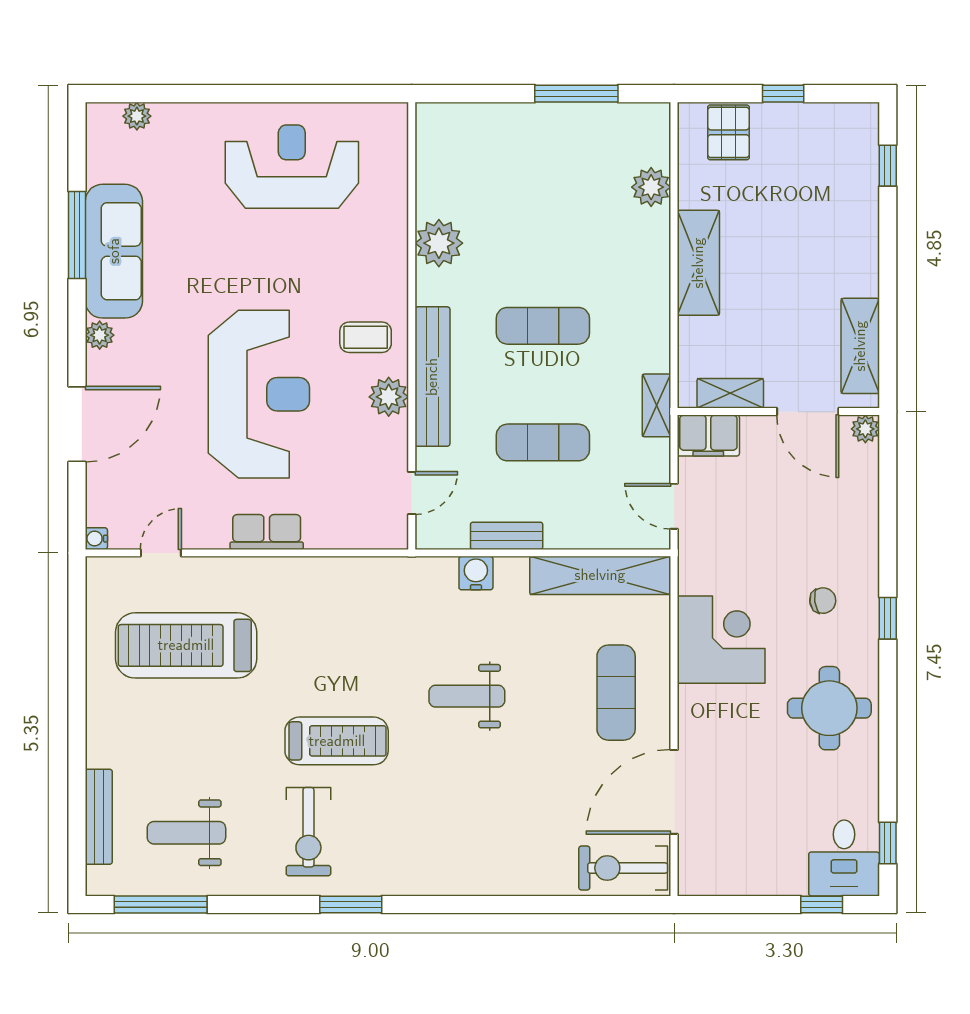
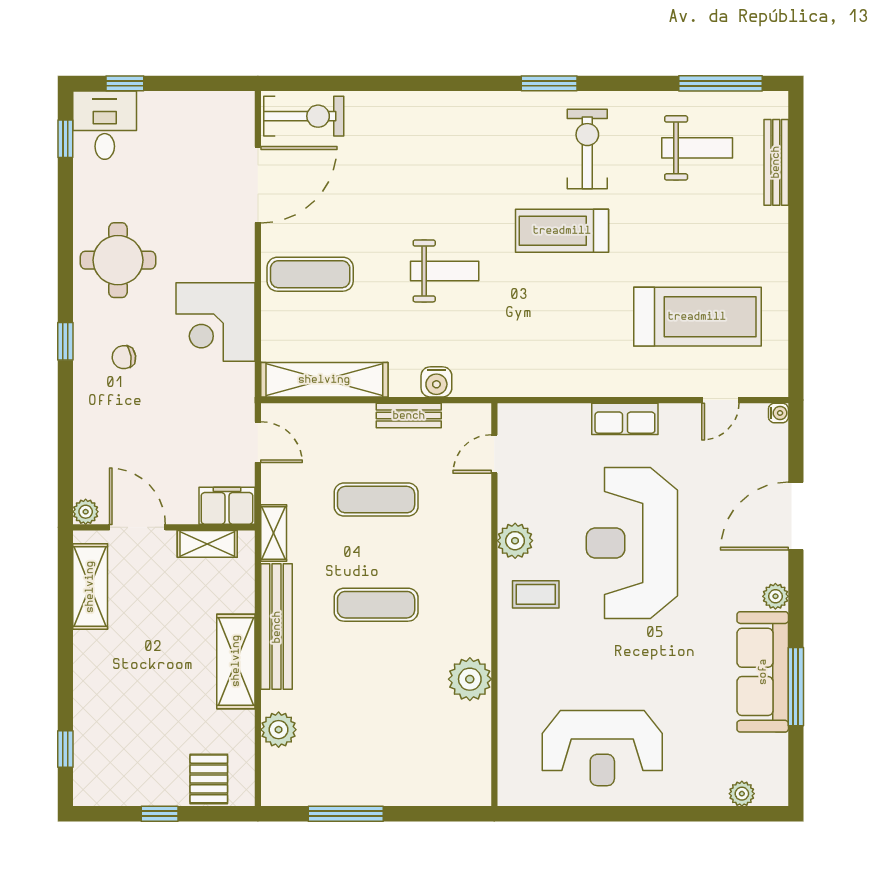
bench: (432, 377) -> (277, 627), moved
exercise mat: (616, 693) -> (310, 274), turned 90

